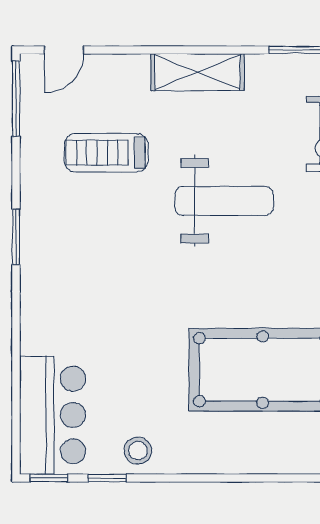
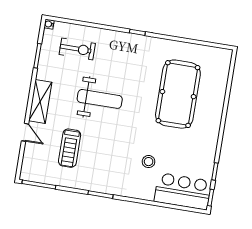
door: (64, 50) -> (25, 132), moved
weight bench: (224, 201) -> (100, 99), turned 90
stool: (138, 451) -> (149, 162), moved

